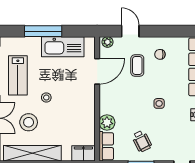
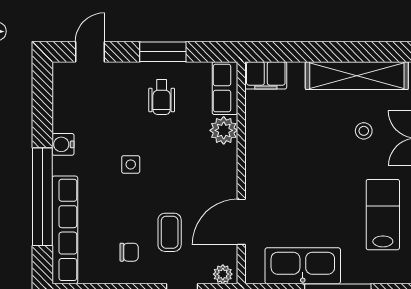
stool: (46, 98) -> (332, 175), removed
stool: (29, 122) -> (364, 131), width x0.53, depth x0.53
wheelchair: (142, 141) -> (162, 97), turned -153

